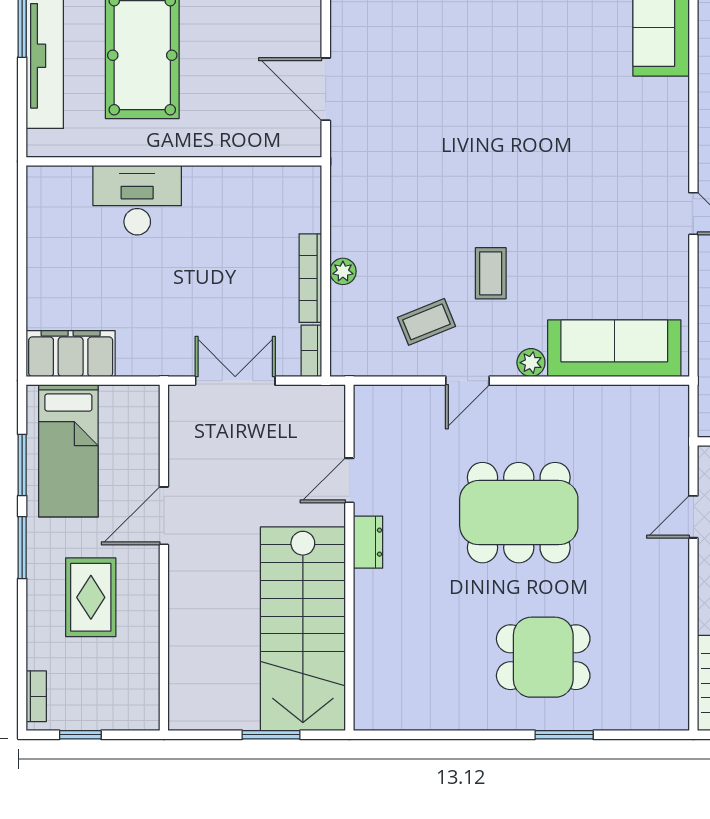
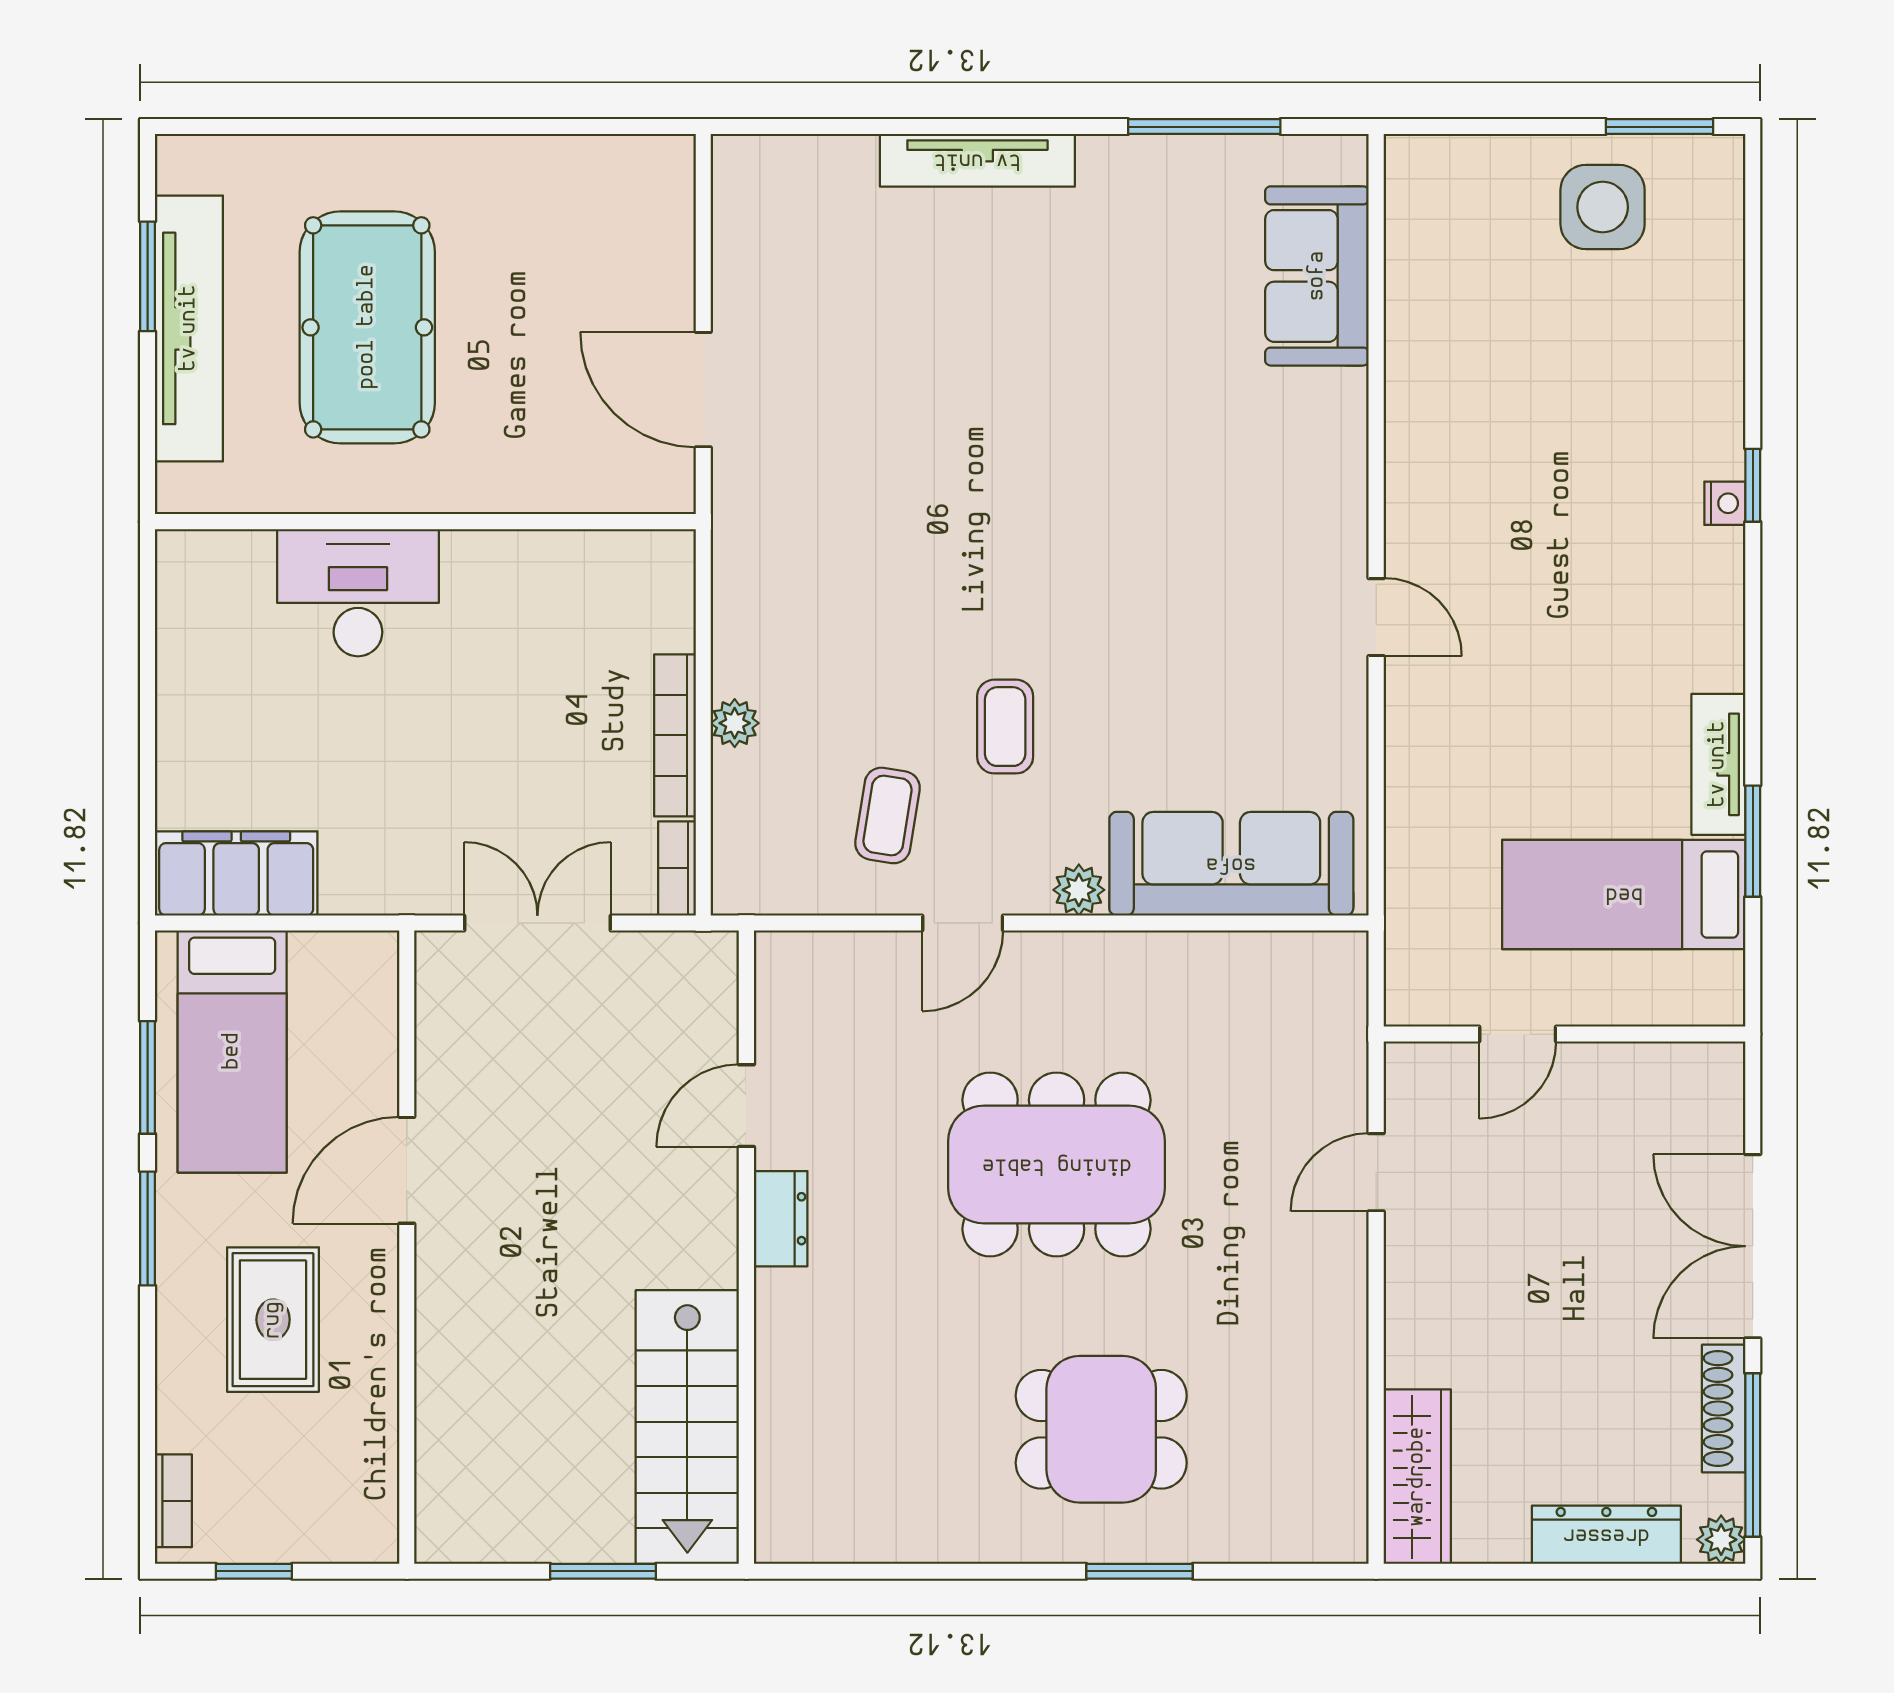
coffee table: (426, 322) -> (888, 815), turned -59
stairs: (303, 629) -> (687, 1427), width x0.73, depth x0.66

